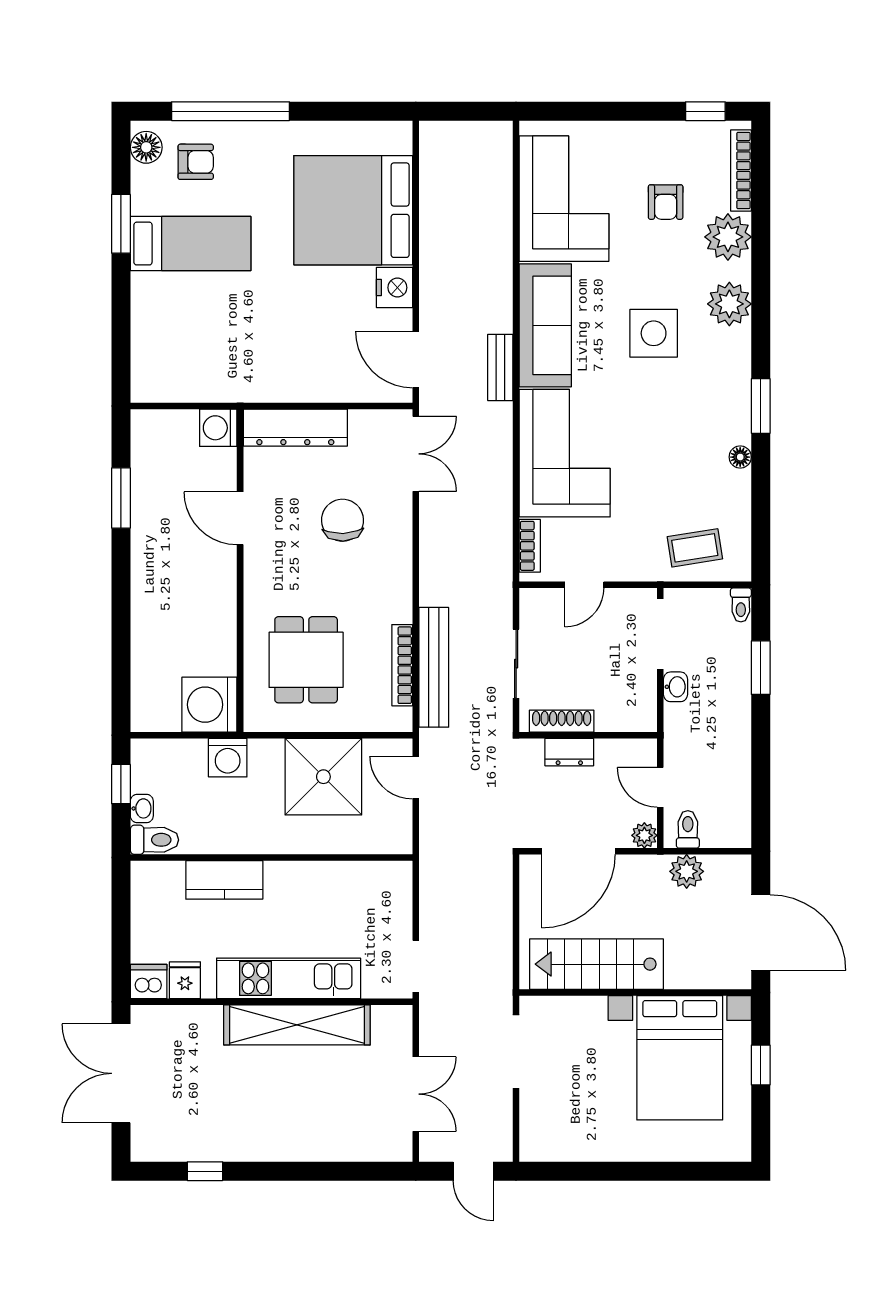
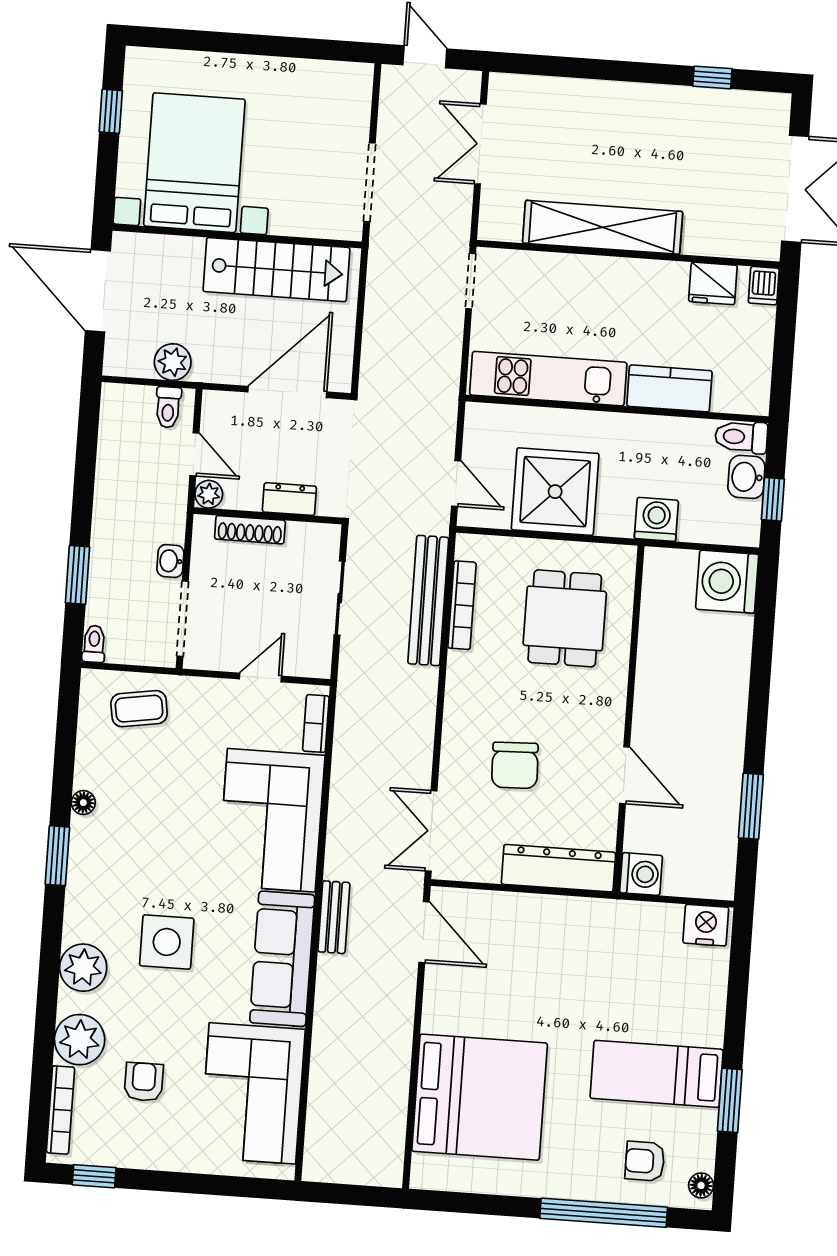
floor lamp: (146, 147) -> (701, 1185), width x0.73, depth x0.73
nightstand: (394, 288) -> (706, 925), moved, turned 90
washing machine: (209, 705) -> (727, 582), moved, turned 180
shoe rack: (562, 721) -> (250, 530), moved
washbasin: (142, 808) -> (746, 477), width x1.38, depth x1.45
plant: (644, 835) -> (209, 494), moved
kitchen unit: (289, 978) -> (548, 379), moved, turned 180
fridge: (185, 980) -> (713, 283), width x1.38
dishwasher: (149, 982) -> (764, 286), width x0.73
window: (761, 1065) -> (111, 111), moved

